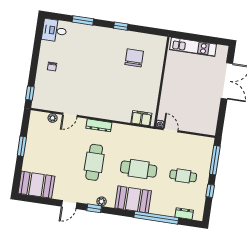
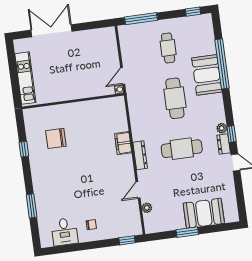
window: (121, 26) -> (24, 149), moved
desk: (54, 30) -> (64, 232), moved
door: (70, 115) -> (138, 190), swing flipped
filing cabinet: (141, 118) -> (123, 143), moved
booth: (36, 185) -> (204, 213), moved, turned 90
window: (210, 191) -> (193, 12), moved
booth: (133, 199) -> (207, 75), moved
dresser: (184, 214) -> (224, 144), moved

